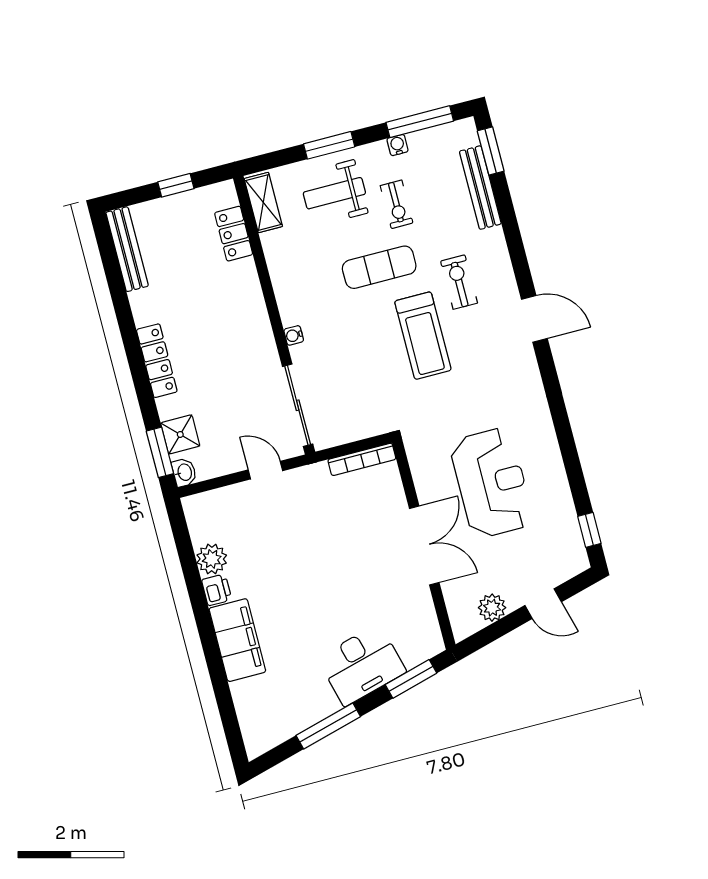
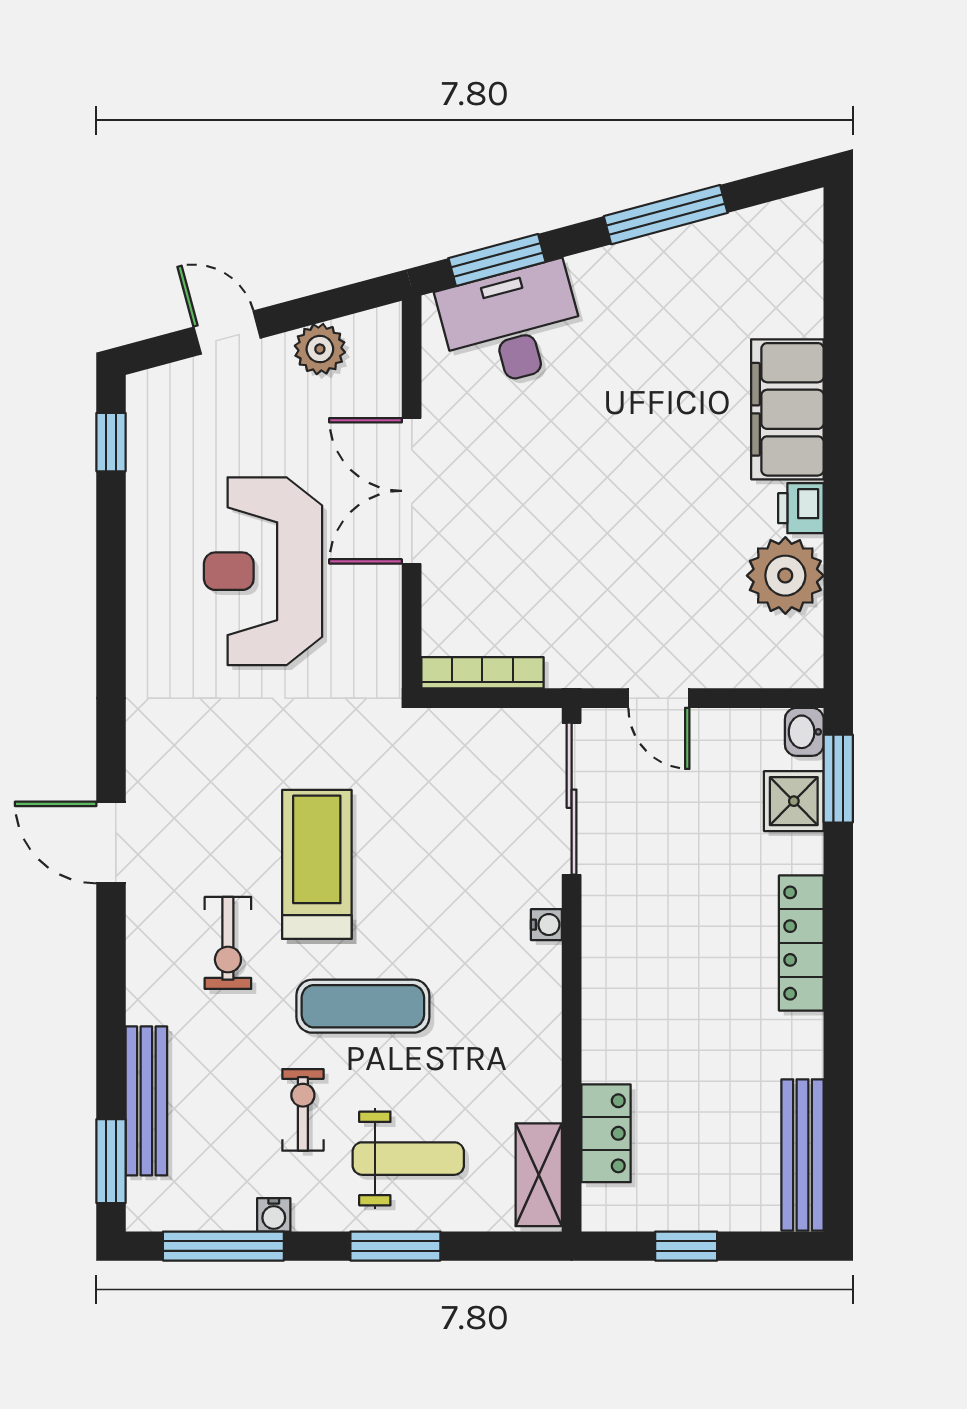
plant: (212, 559) -> (785, 576), width x1.36, depth x1.36
desk: (362, 665) -> (512, 325), moved

